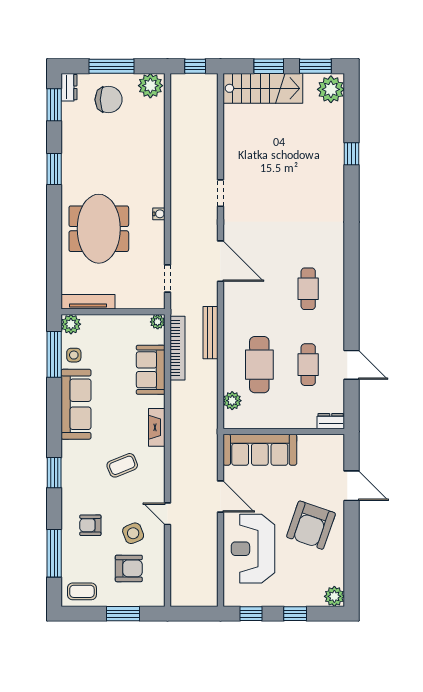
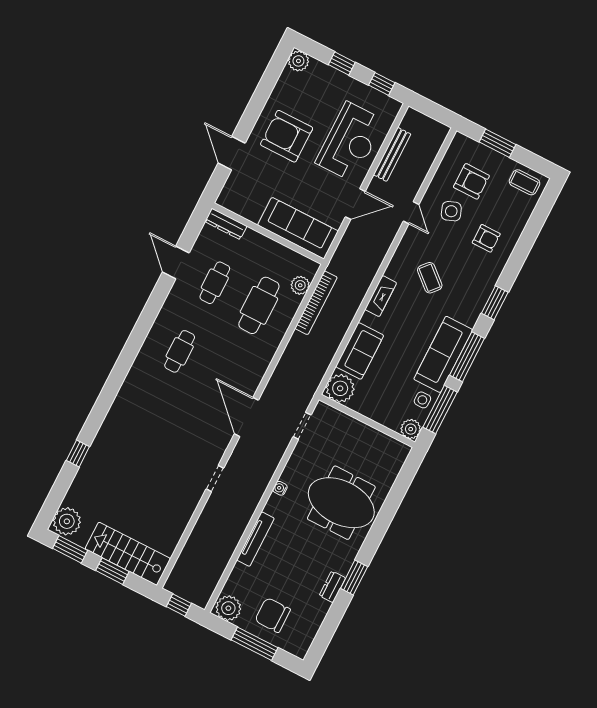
dresser: (69, 87) -> (332, 587), moved
window: (54, 105) -> (324, 635), removed
meeting table: (99, 229) -> (341, 503), turned 90
tv unit: (88, 302) -> (255, 539), moved, turned -90
plant: (158, 322) -> (340, 388), width x1.88, depth x1.88
bench: (210, 333) -> (392, 154), moved
bookcase: (178, 348) -> (316, 303), moved, turned 180
dresser: (331, 421) -> (226, 224), width x1.44
coffee table: (122, 465) -> (430, 278), turned 63
door: (220, 496) -> (355, 204), swing flipped
armchair: (311, 525) -> (287, 136), turned -109
window: (54, 553) -> (467, 357), moved
armchair: (129, 568) -> (471, 181), turned 180

